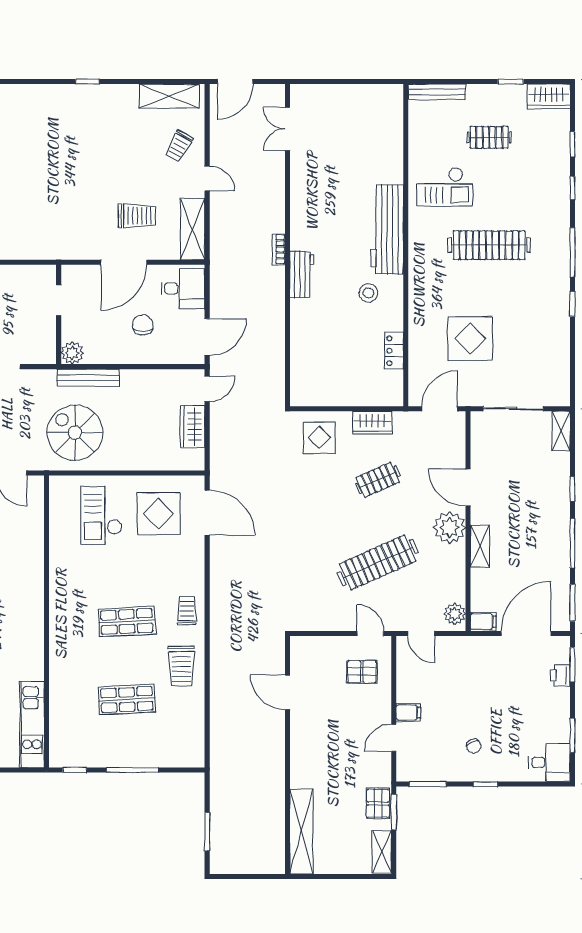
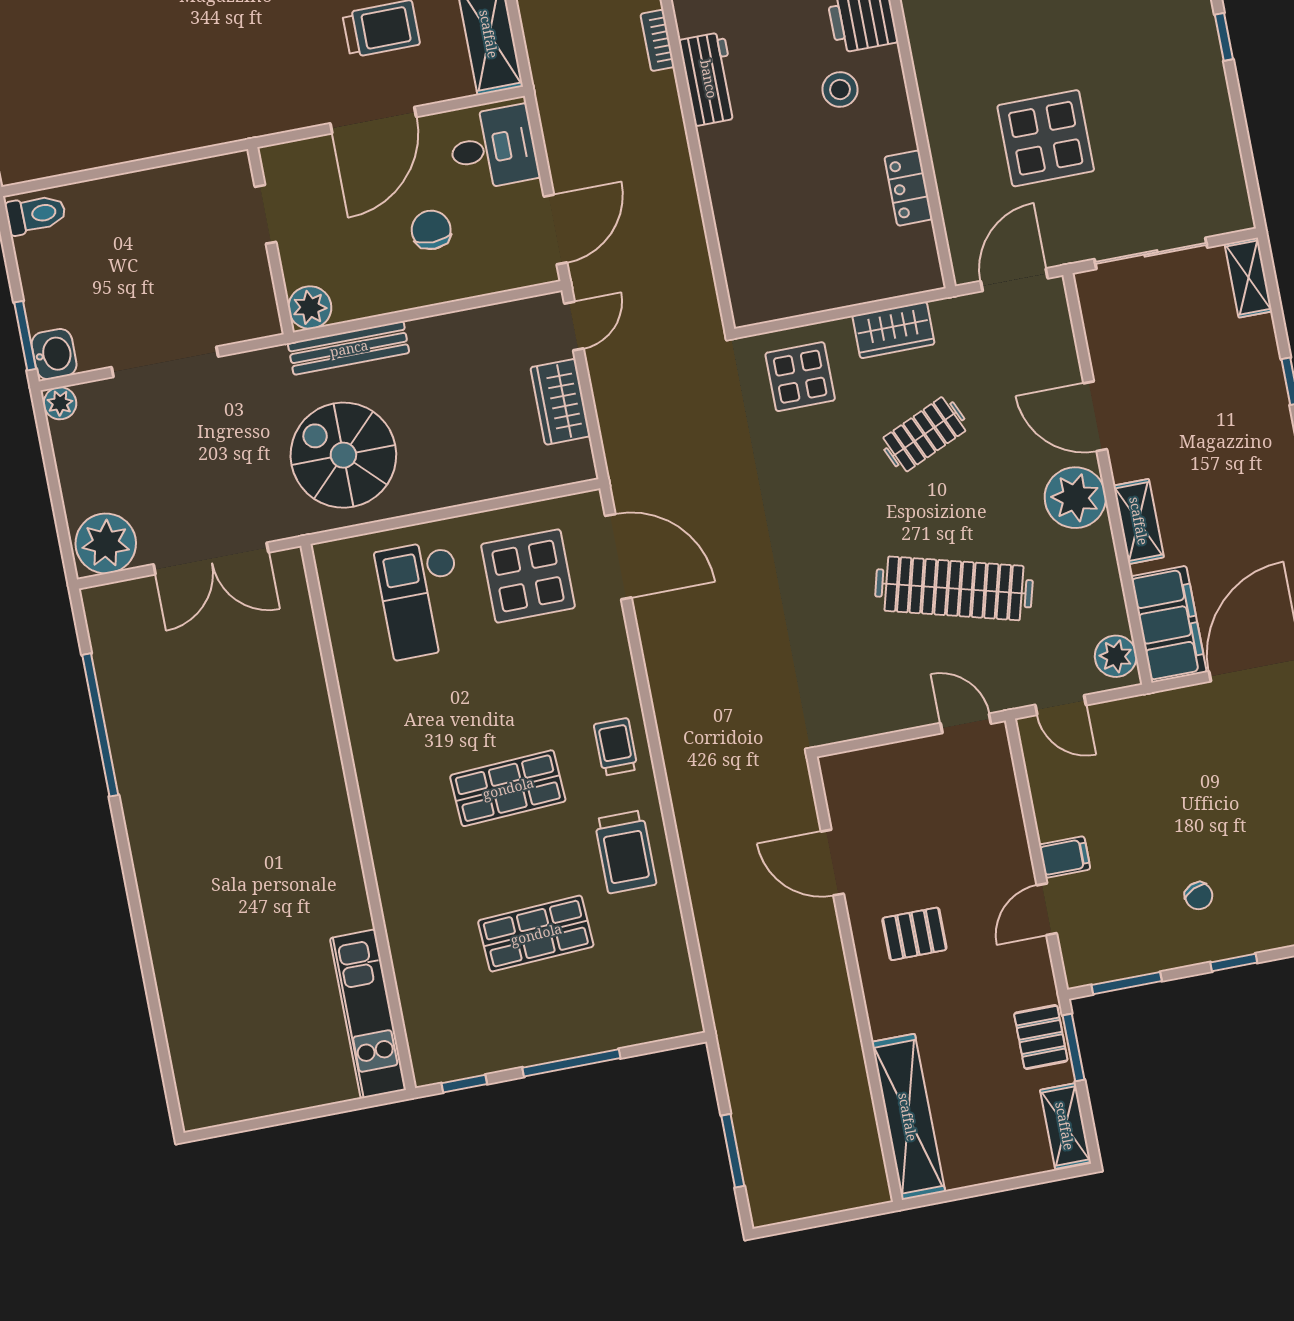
clothes rail: (378, 563) -> (954, 588), turned 39
filing cabinet: (483, 622) -> (1169, 624), width x3.00, depth x1.17
pallet: (362, 672) -> (914, 934), moved

